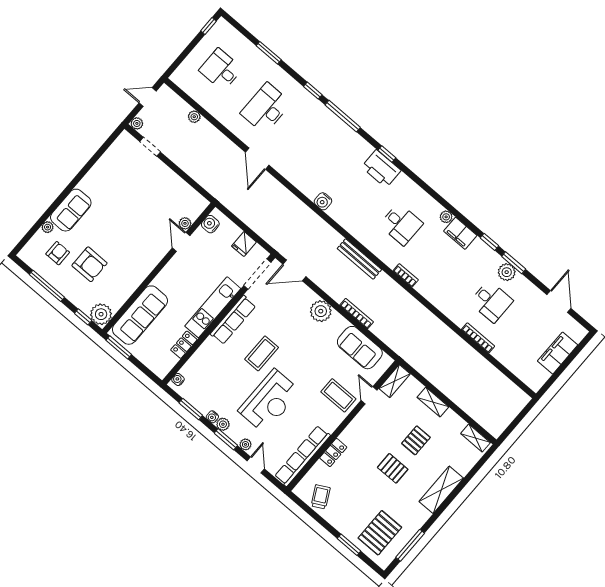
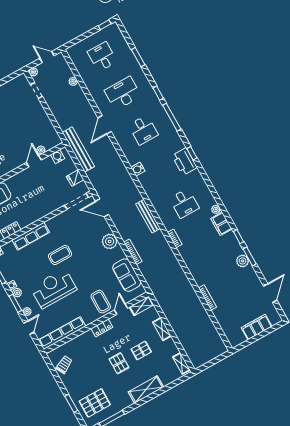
bench: (234, 204) -> (78, 149), added
desk: (491, 301) -> (143, 130), moved
kitchen unit: (213, 307) -> (39, 212), removed
row of seats: (233, 320) -> (31, 236), moved
reception desk: (269, 401) -> (54, 288), turned 180
locker: (333, 453) -> (102, 328), moved

